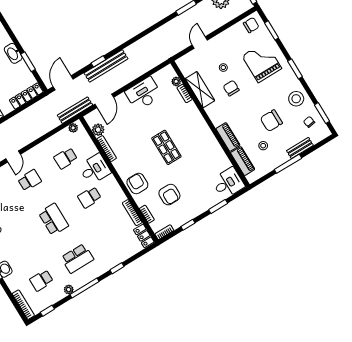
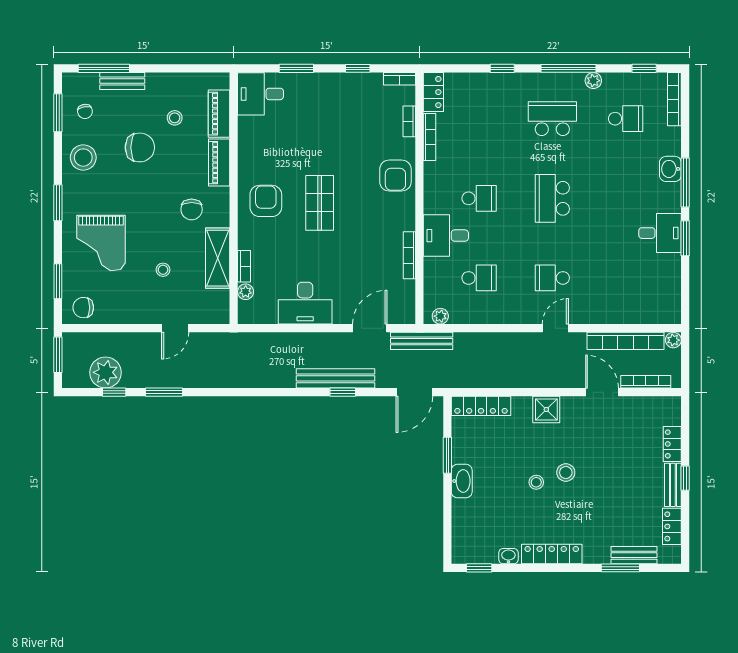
chair: (231, 88) -> (192, 209), moved
plant: (98, 130) -> (405, 291), removed
window: (288, 164) -> (104, 68), moved
armchair: (169, 195) -> (266, 201), moved

